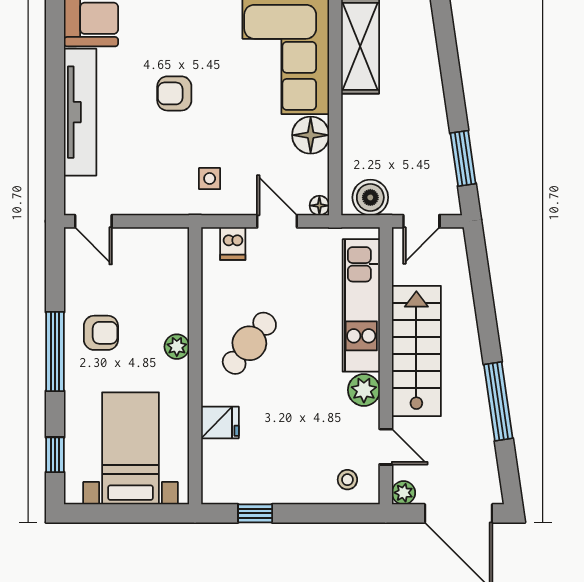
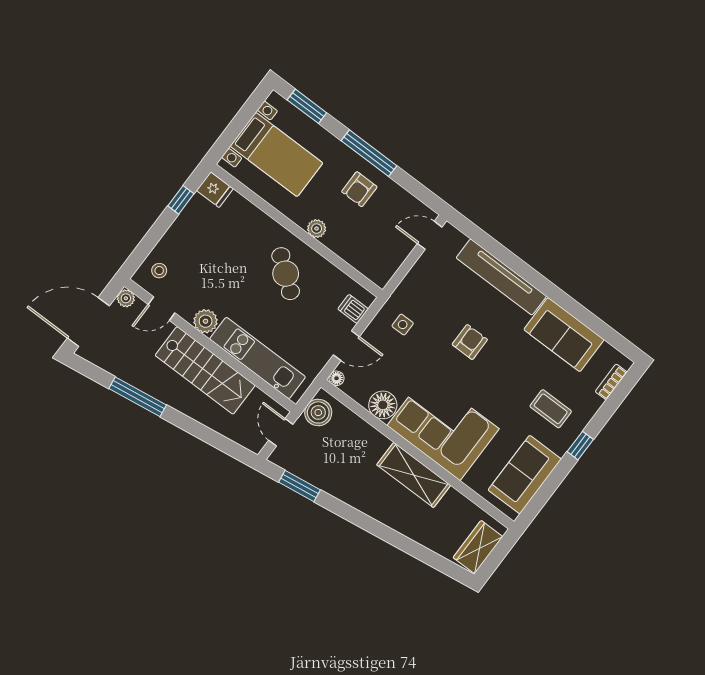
fridge: (220, 422) -> (215, 190), moved, turned -90
window: (55, 455) -> (307, 106), width x1.50

